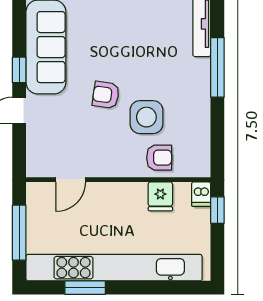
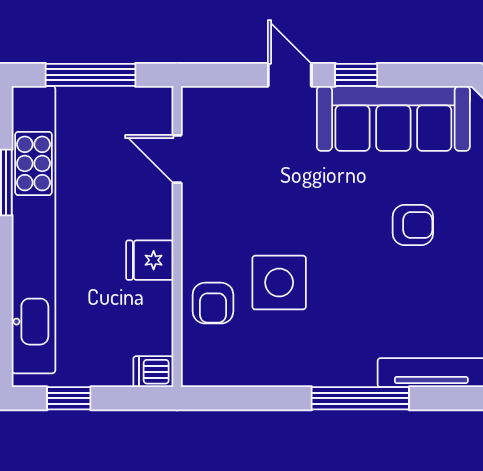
armchair: (106, 95) -> (413, 225), moved, turned 82
fridge: (160, 196) -> (150, 260), moved
window: (217, 210) -> (69, 398), moved

